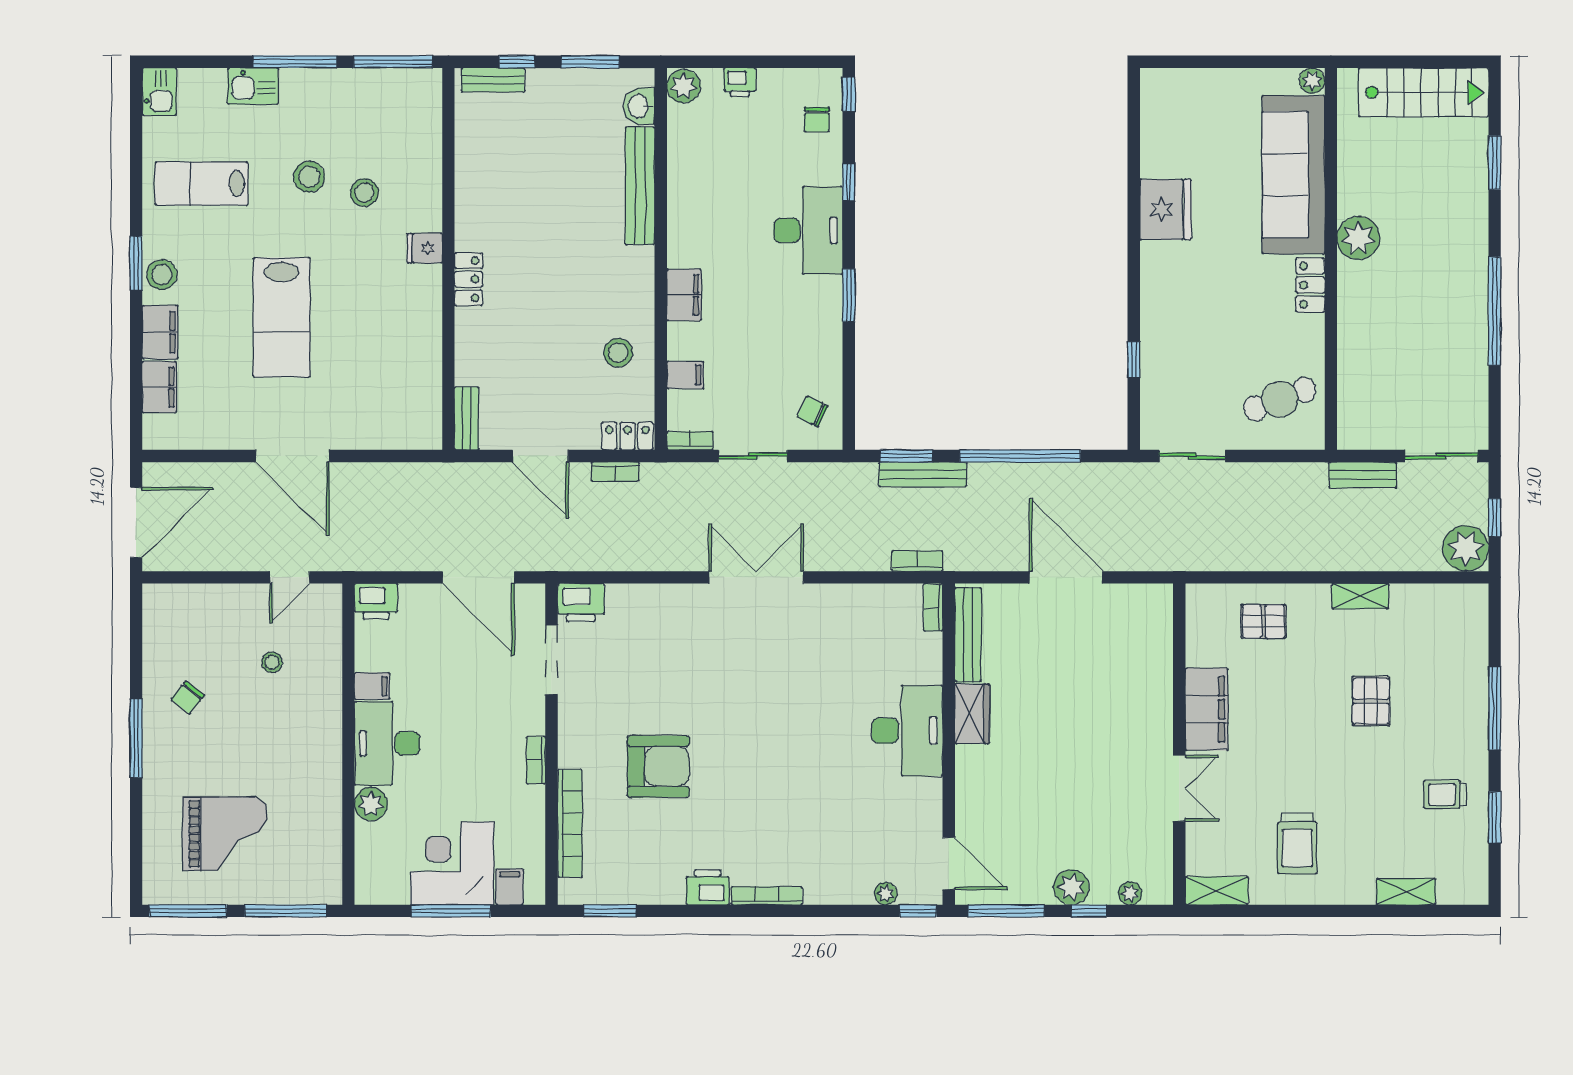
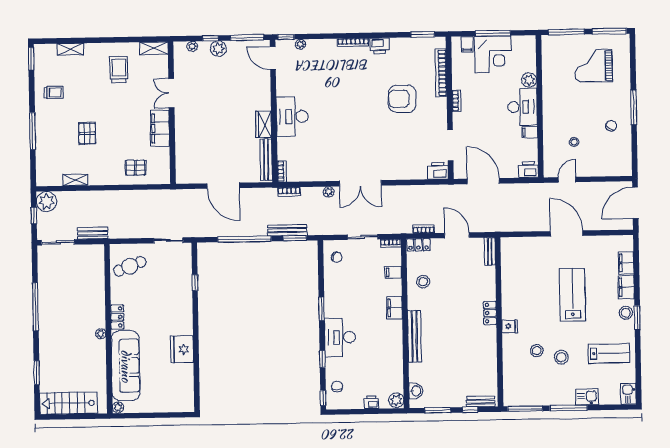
bench: (640, 186) -> (414, 336), moved
plant: (1358, 238) -> (101, 334), width x0.53, depth x0.53
plant: (828, 559) -> (329, 192), added
shelving: (1360, 596) -> (75, 180), moved
window: (1495, 817) -> (31, 59), moved

